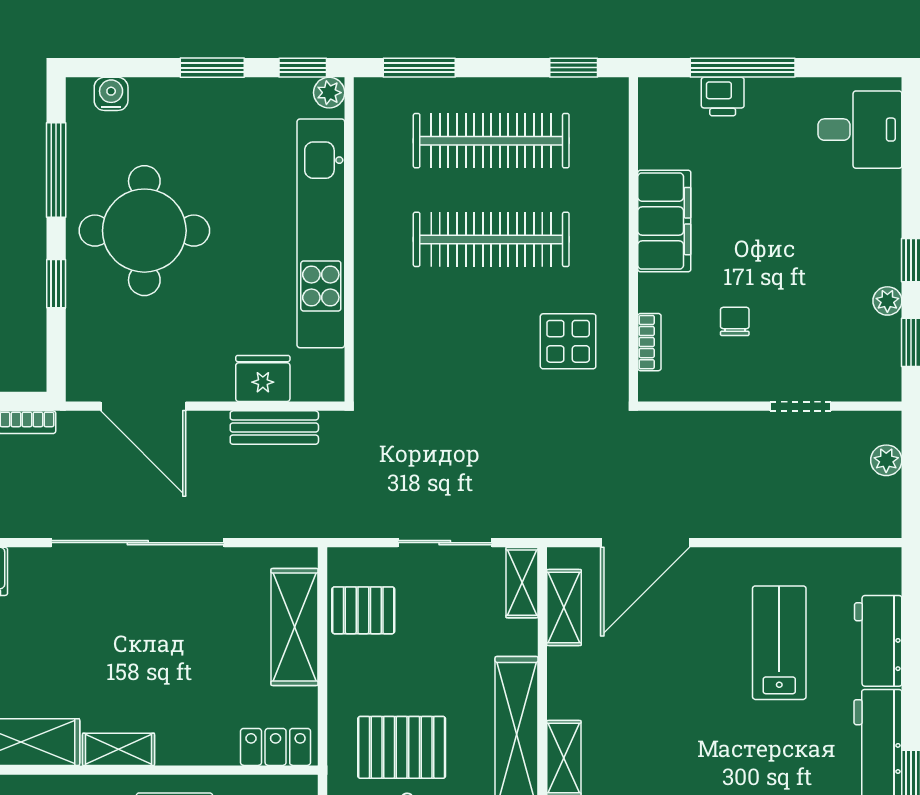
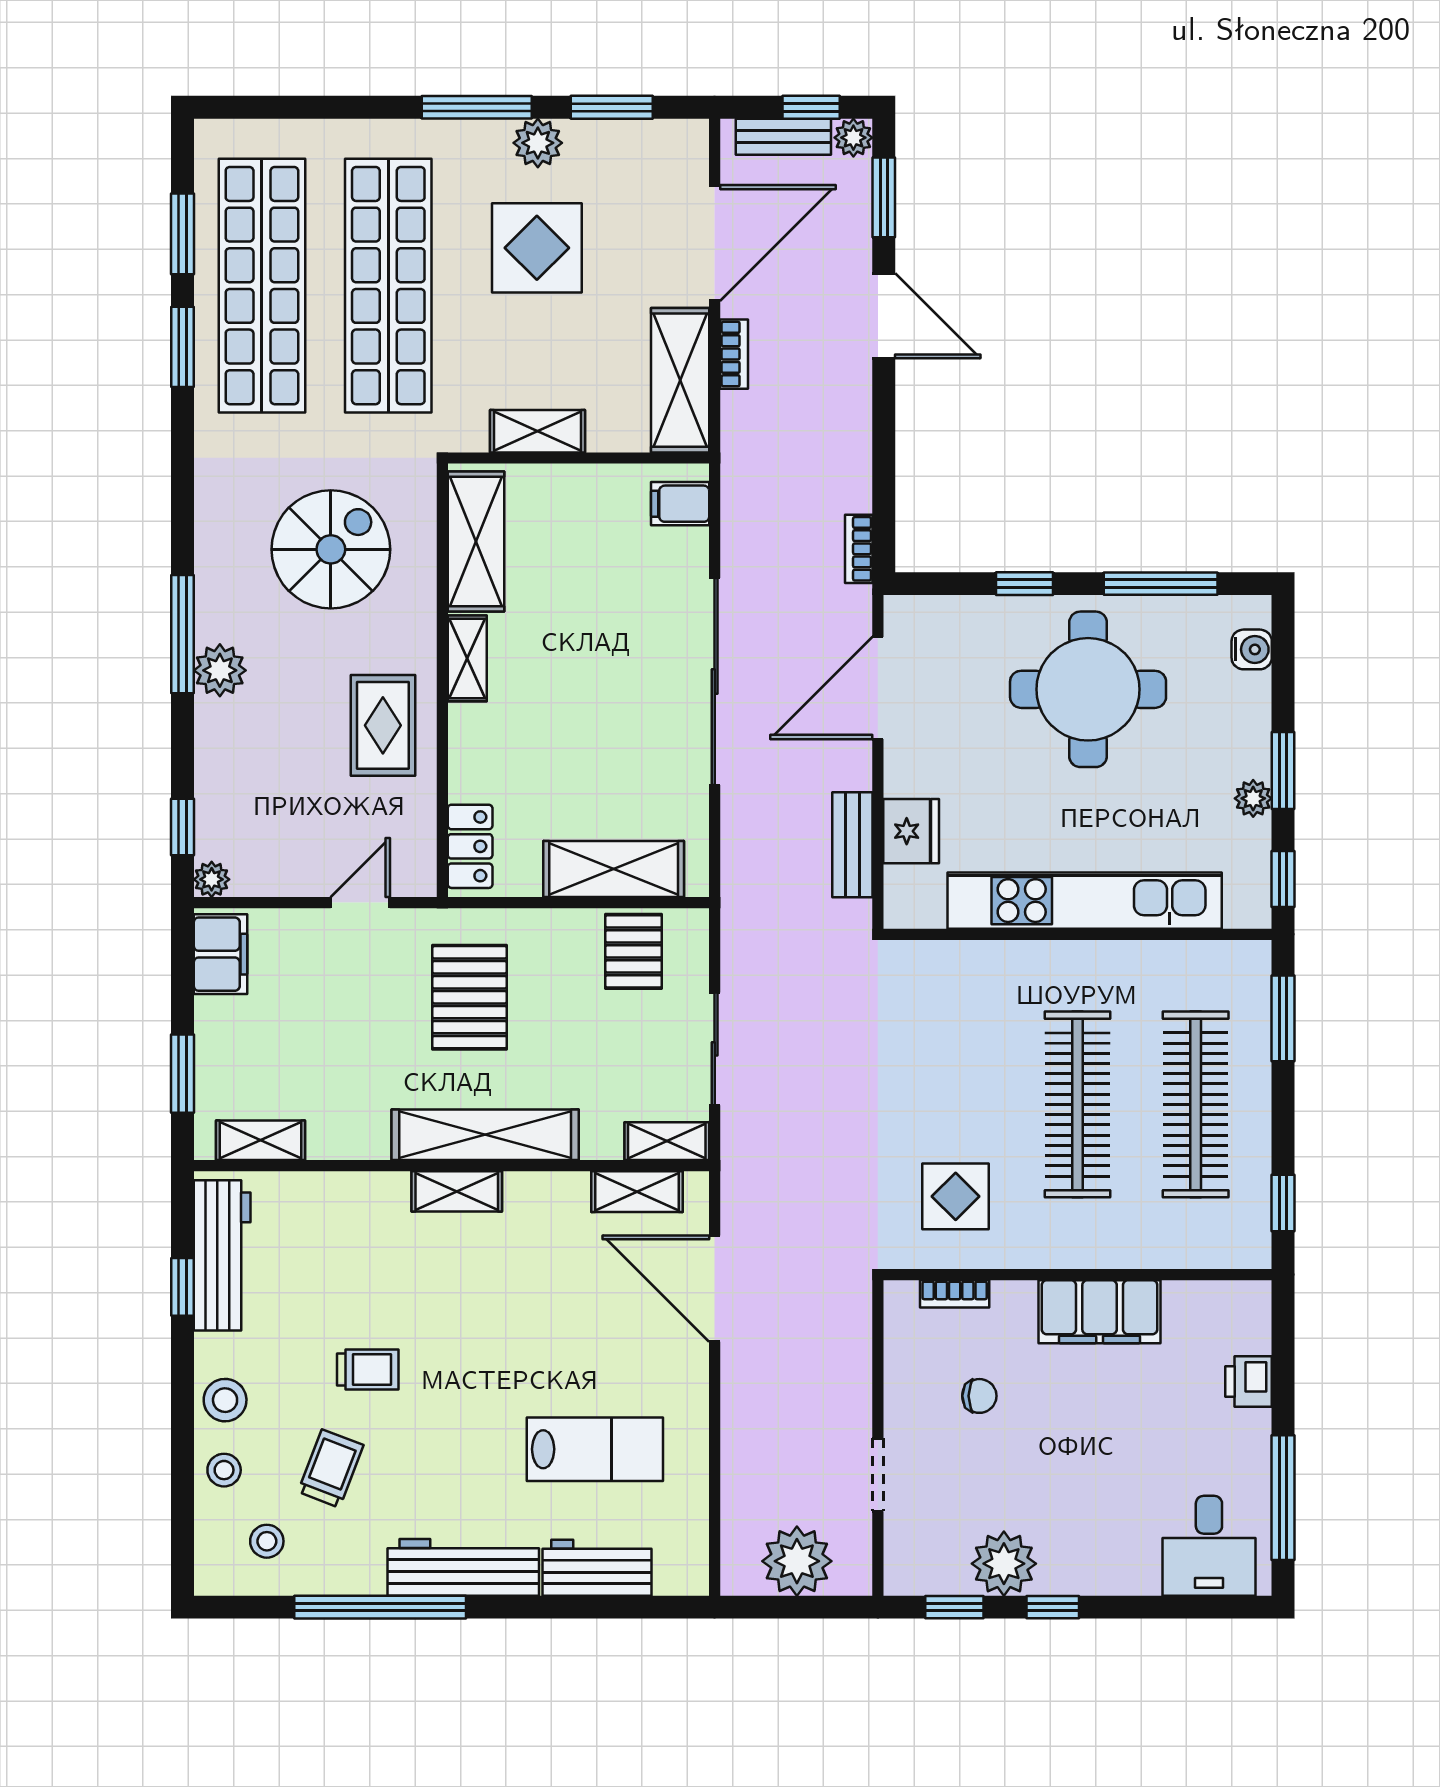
window: (743, 68) -> (1283, 1498), moved
plant: (329, 93) -> (1253, 798), moved
plant: (887, 301) -> (1004, 1564), width x1.88, depth x1.88
plant: (886, 460) -> (797, 1561), width x1.88, depth x1.88

